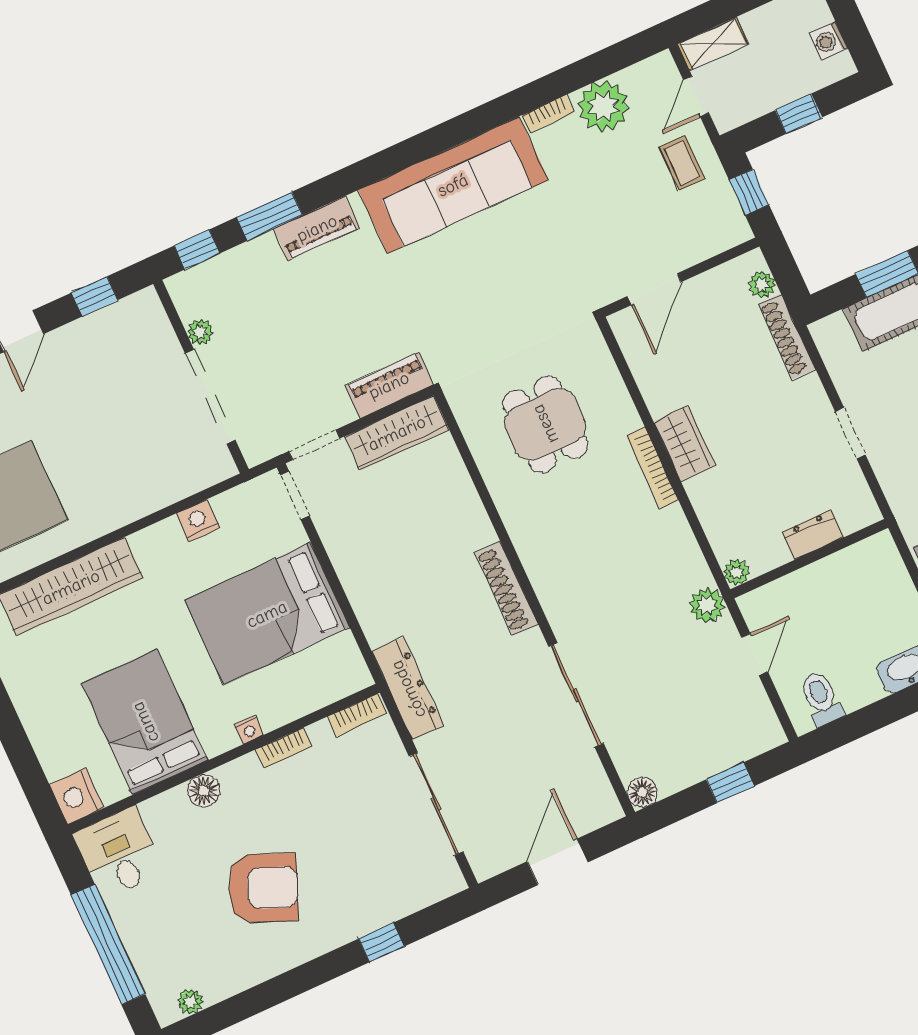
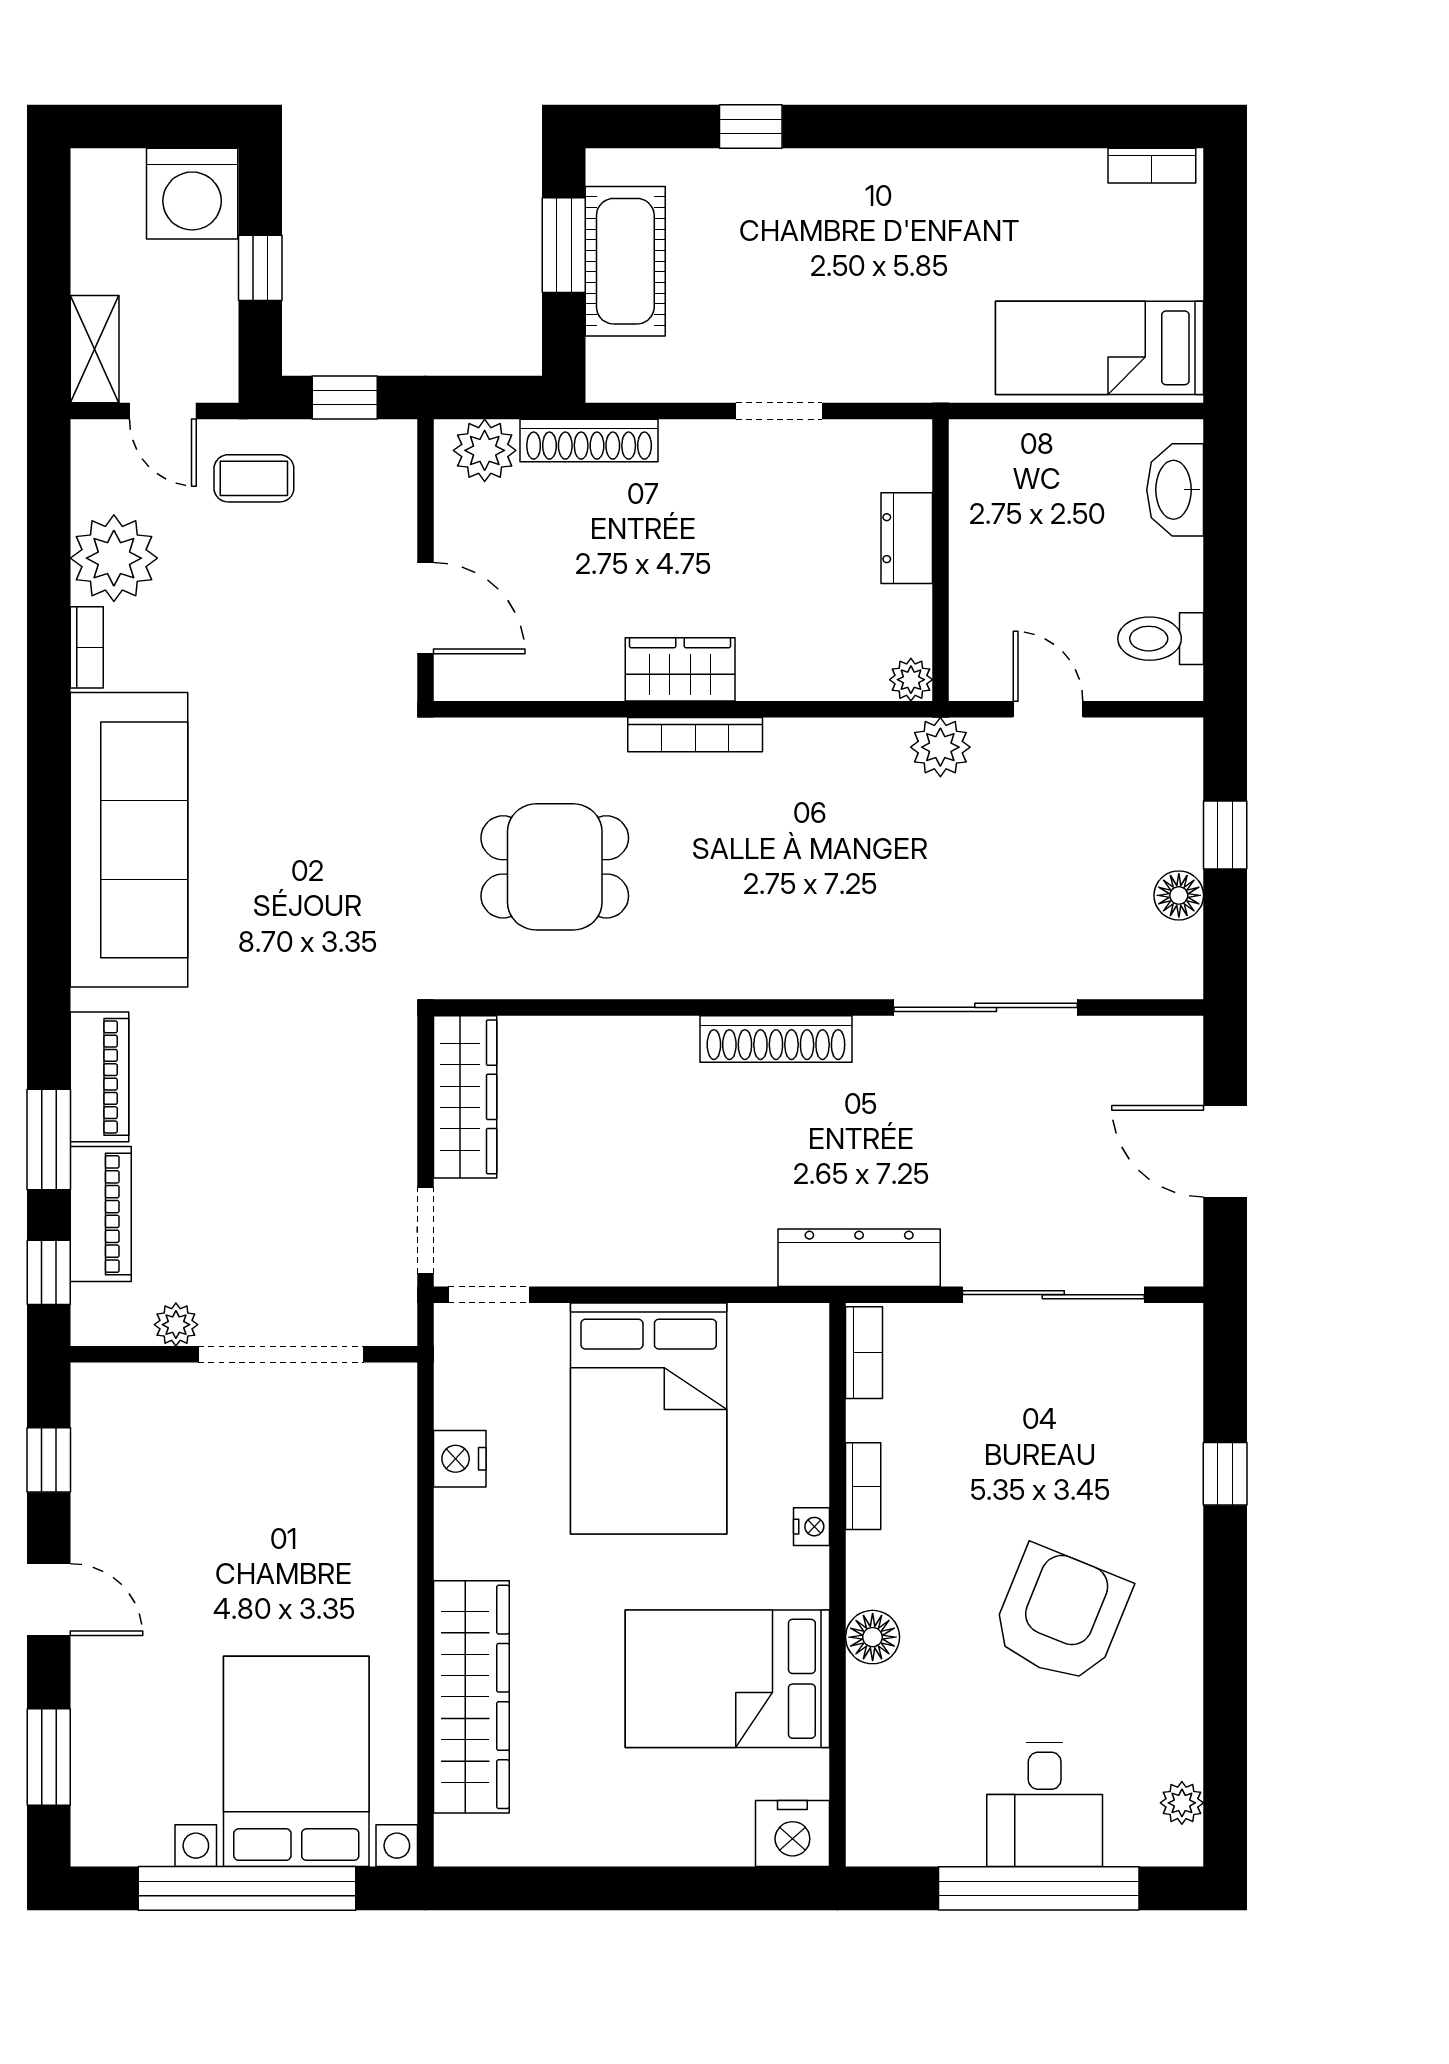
washing machine: (829, 41) -> (192, 194), width x1.89, depth x1.89
plant: (762, 285) -> (485, 450), width x1.38, depth x1.38
piano: (389, 385) -> (101, 1214), moved, turned 180
floor lamp: (642, 792) -> (1179, 895), moved
desk: (119, 853) -> (1045, 1804), moved, turned -90

